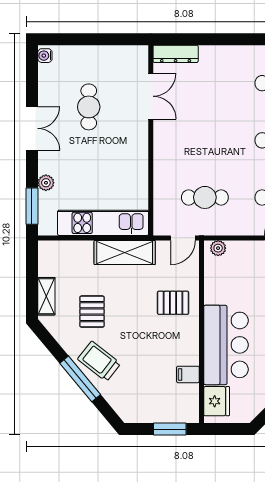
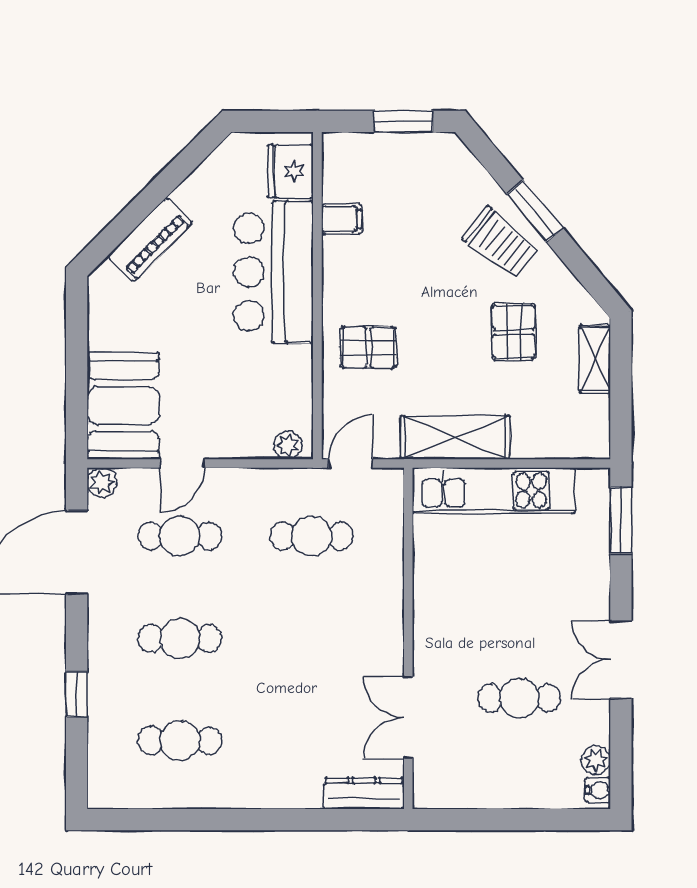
cafe table: (89, 107) -> (519, 698), turned 90
plant: (46, 183) -> (596, 760), moved
window: (80, 379) -> (535, 211), width x0.69
window: (170, 429) -> (403, 121), moved

